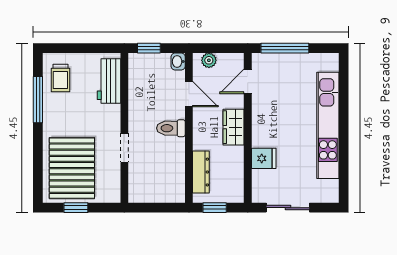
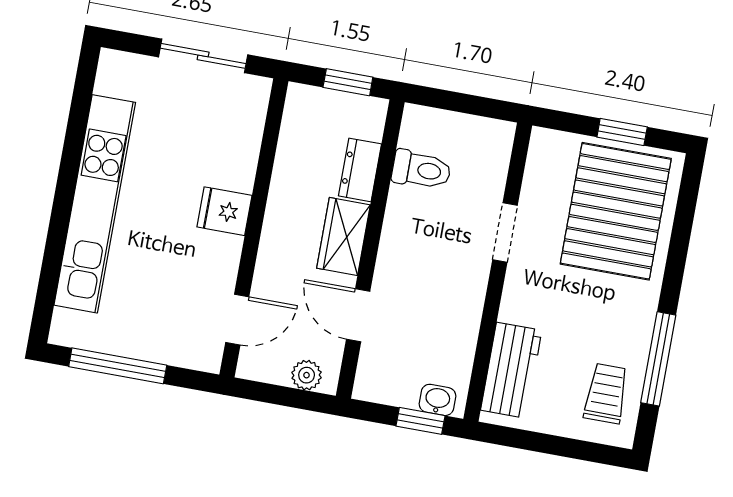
window: (285, 48) -> (118, 366), moved
washbasin: (178, 61) -> (437, 400), moved, turned -90
wardrobe: (234, 127) -> (344, 236), moved, turned 180
toilet: (171, 128) -> (421, 170), moved
fridge: (264, 158) -> (224, 211), moved
dresser: (201, 172) -> (360, 170), width x0.70

